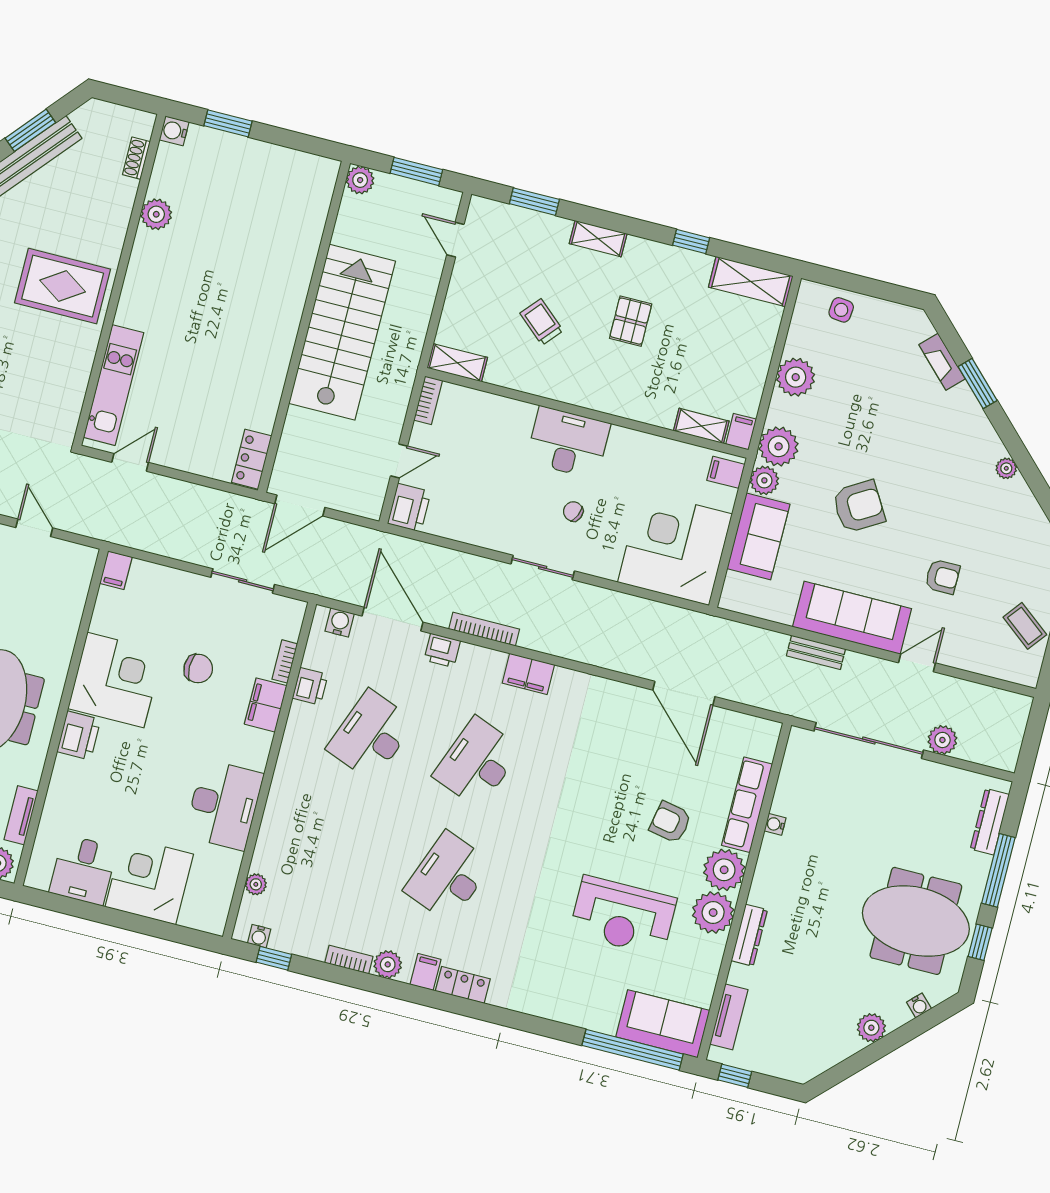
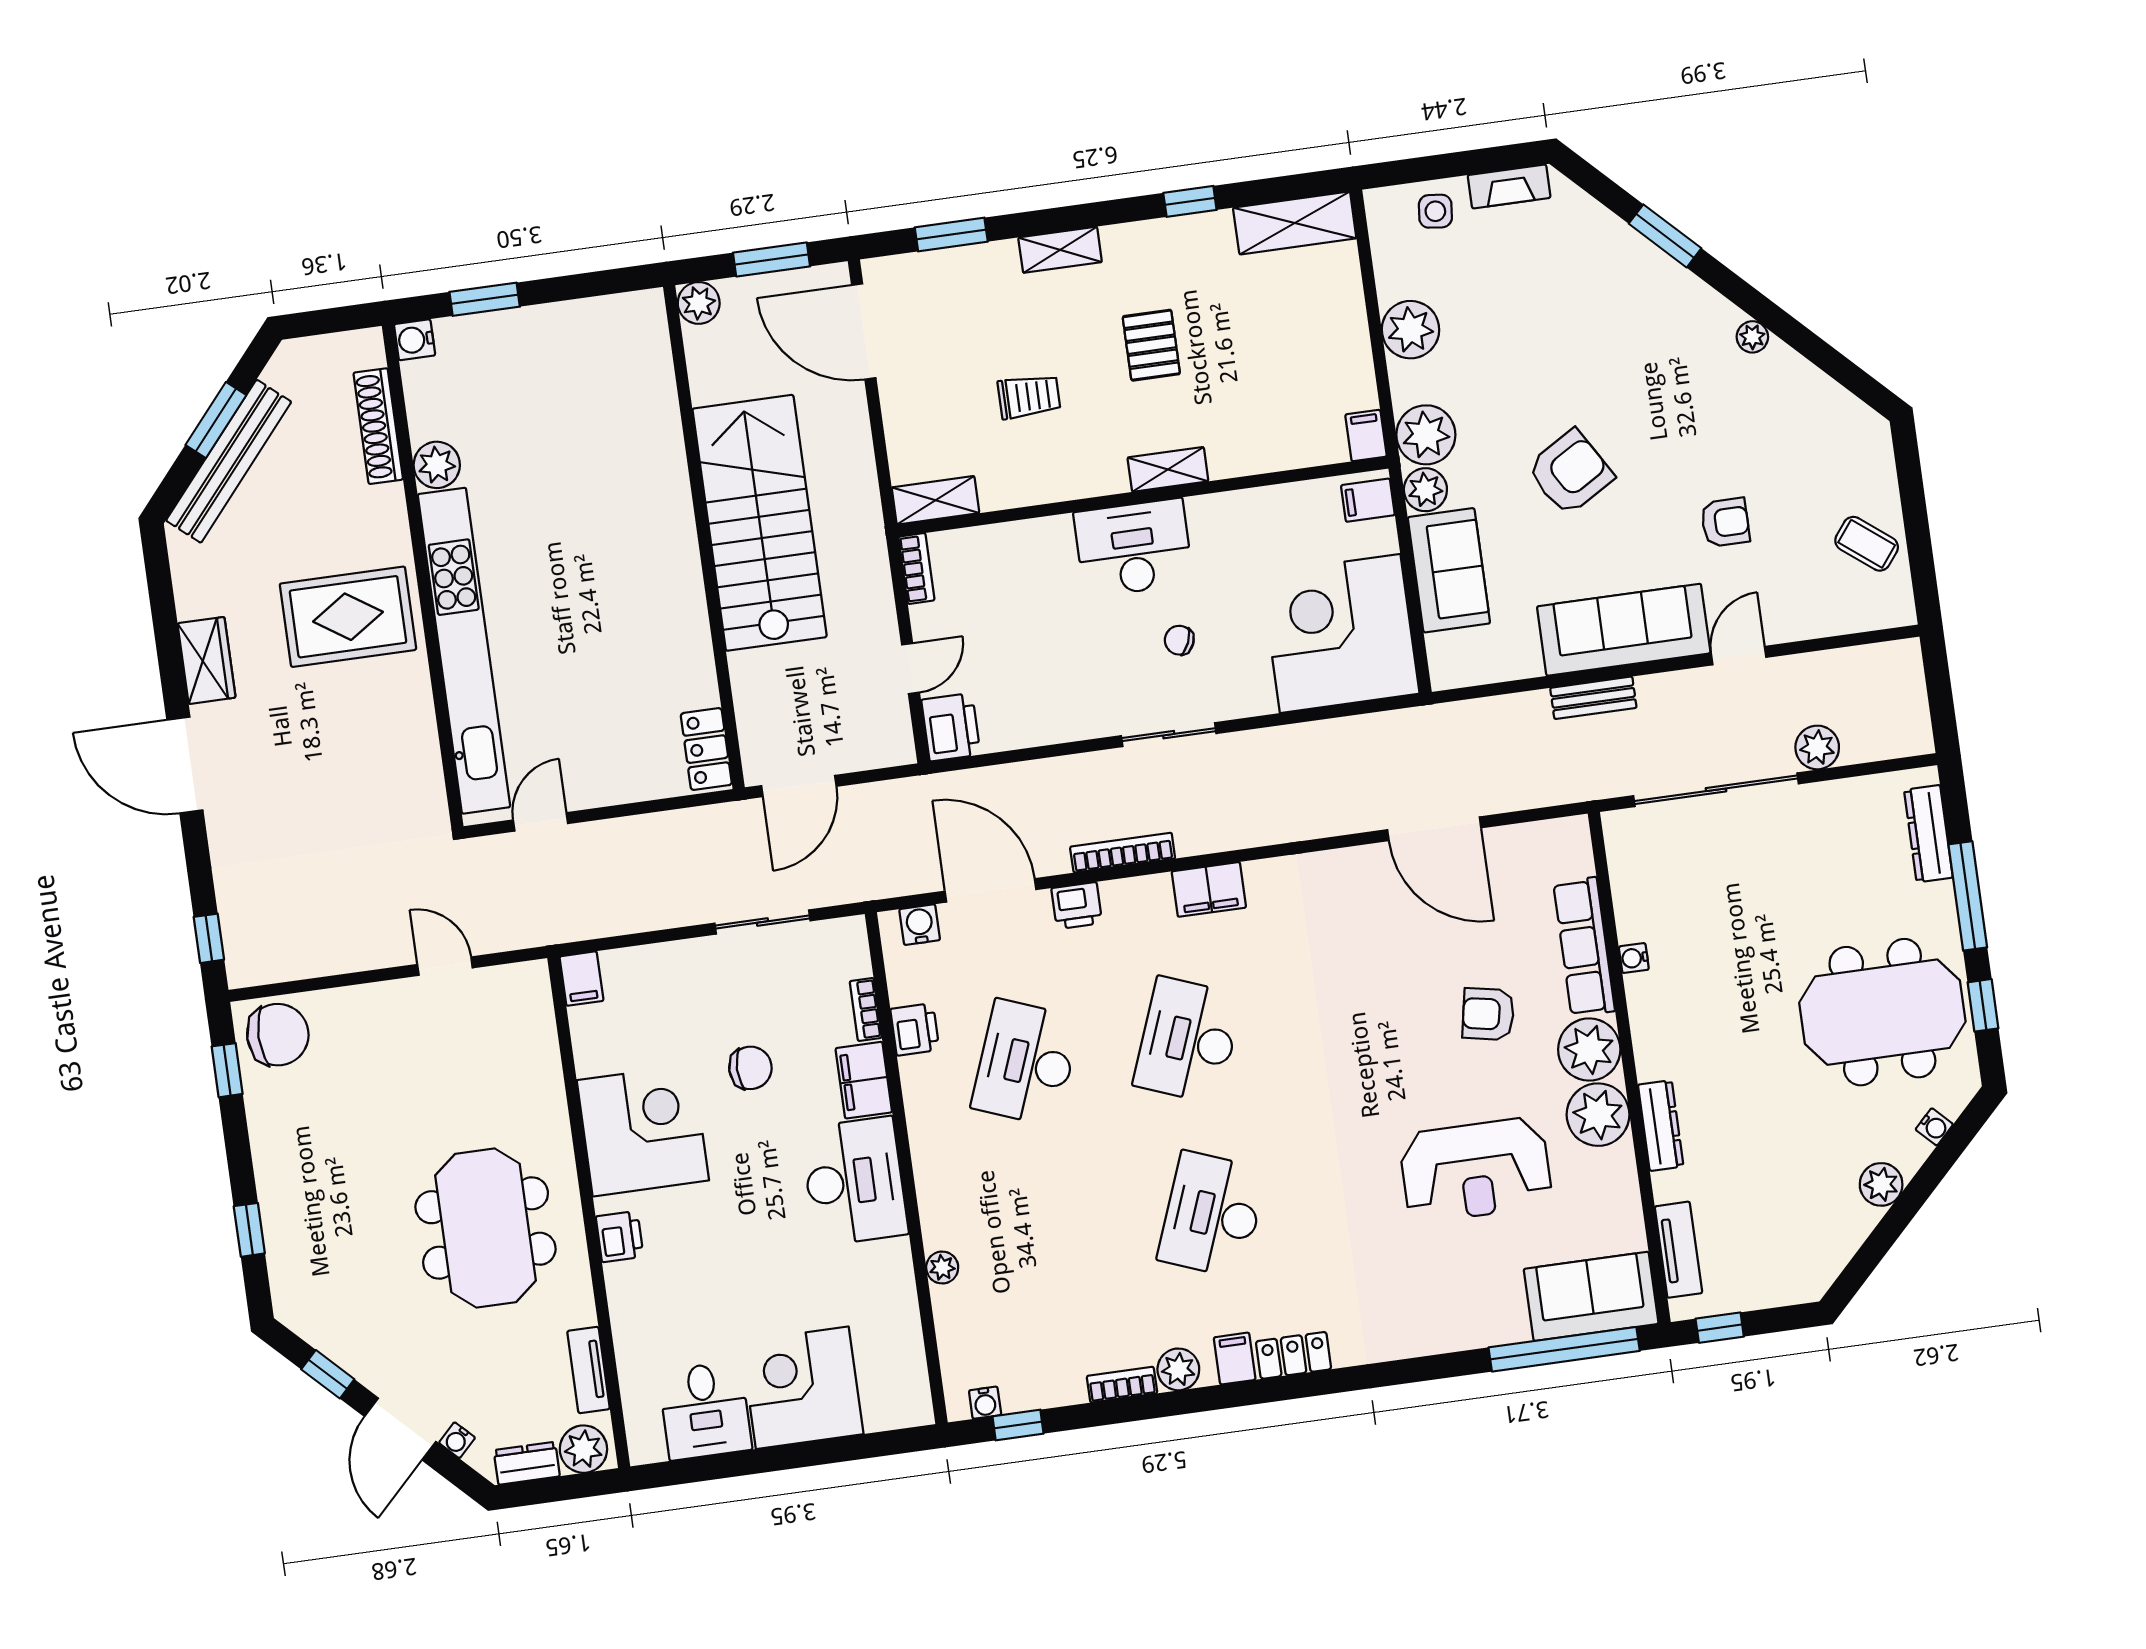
shoe rack: (136, 158) -> (378, 426), width x1.94, depth x1.24
door: (455, 240) -> (864, 332), width x1.87
trolley: (542, 322) -> (1029, 396), turned 139
fireplace: (942, 362) -> (1509, 186), moved, turned -45
kitchen unit: (114, 385) -> (464, 651), width x1.86
shelving: (701, 426) -> (1168, 469), moved
printer: (79, 735) -> (620, 1237), width x0.73, depth x0.81
desk: (224, 805) -> (854, 1181), moved
plant: (256, 884) -> (942, 1268), moved

